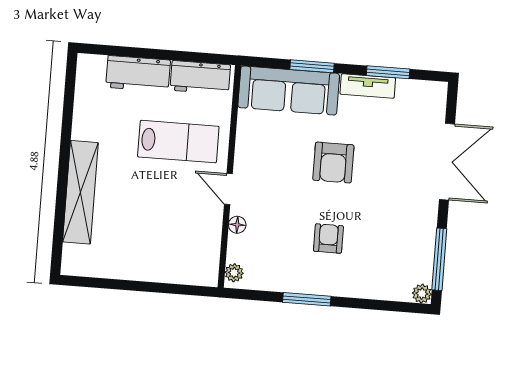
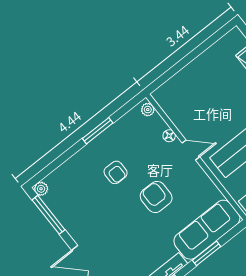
armchair: (333, 163) -> (156, 197), moved

